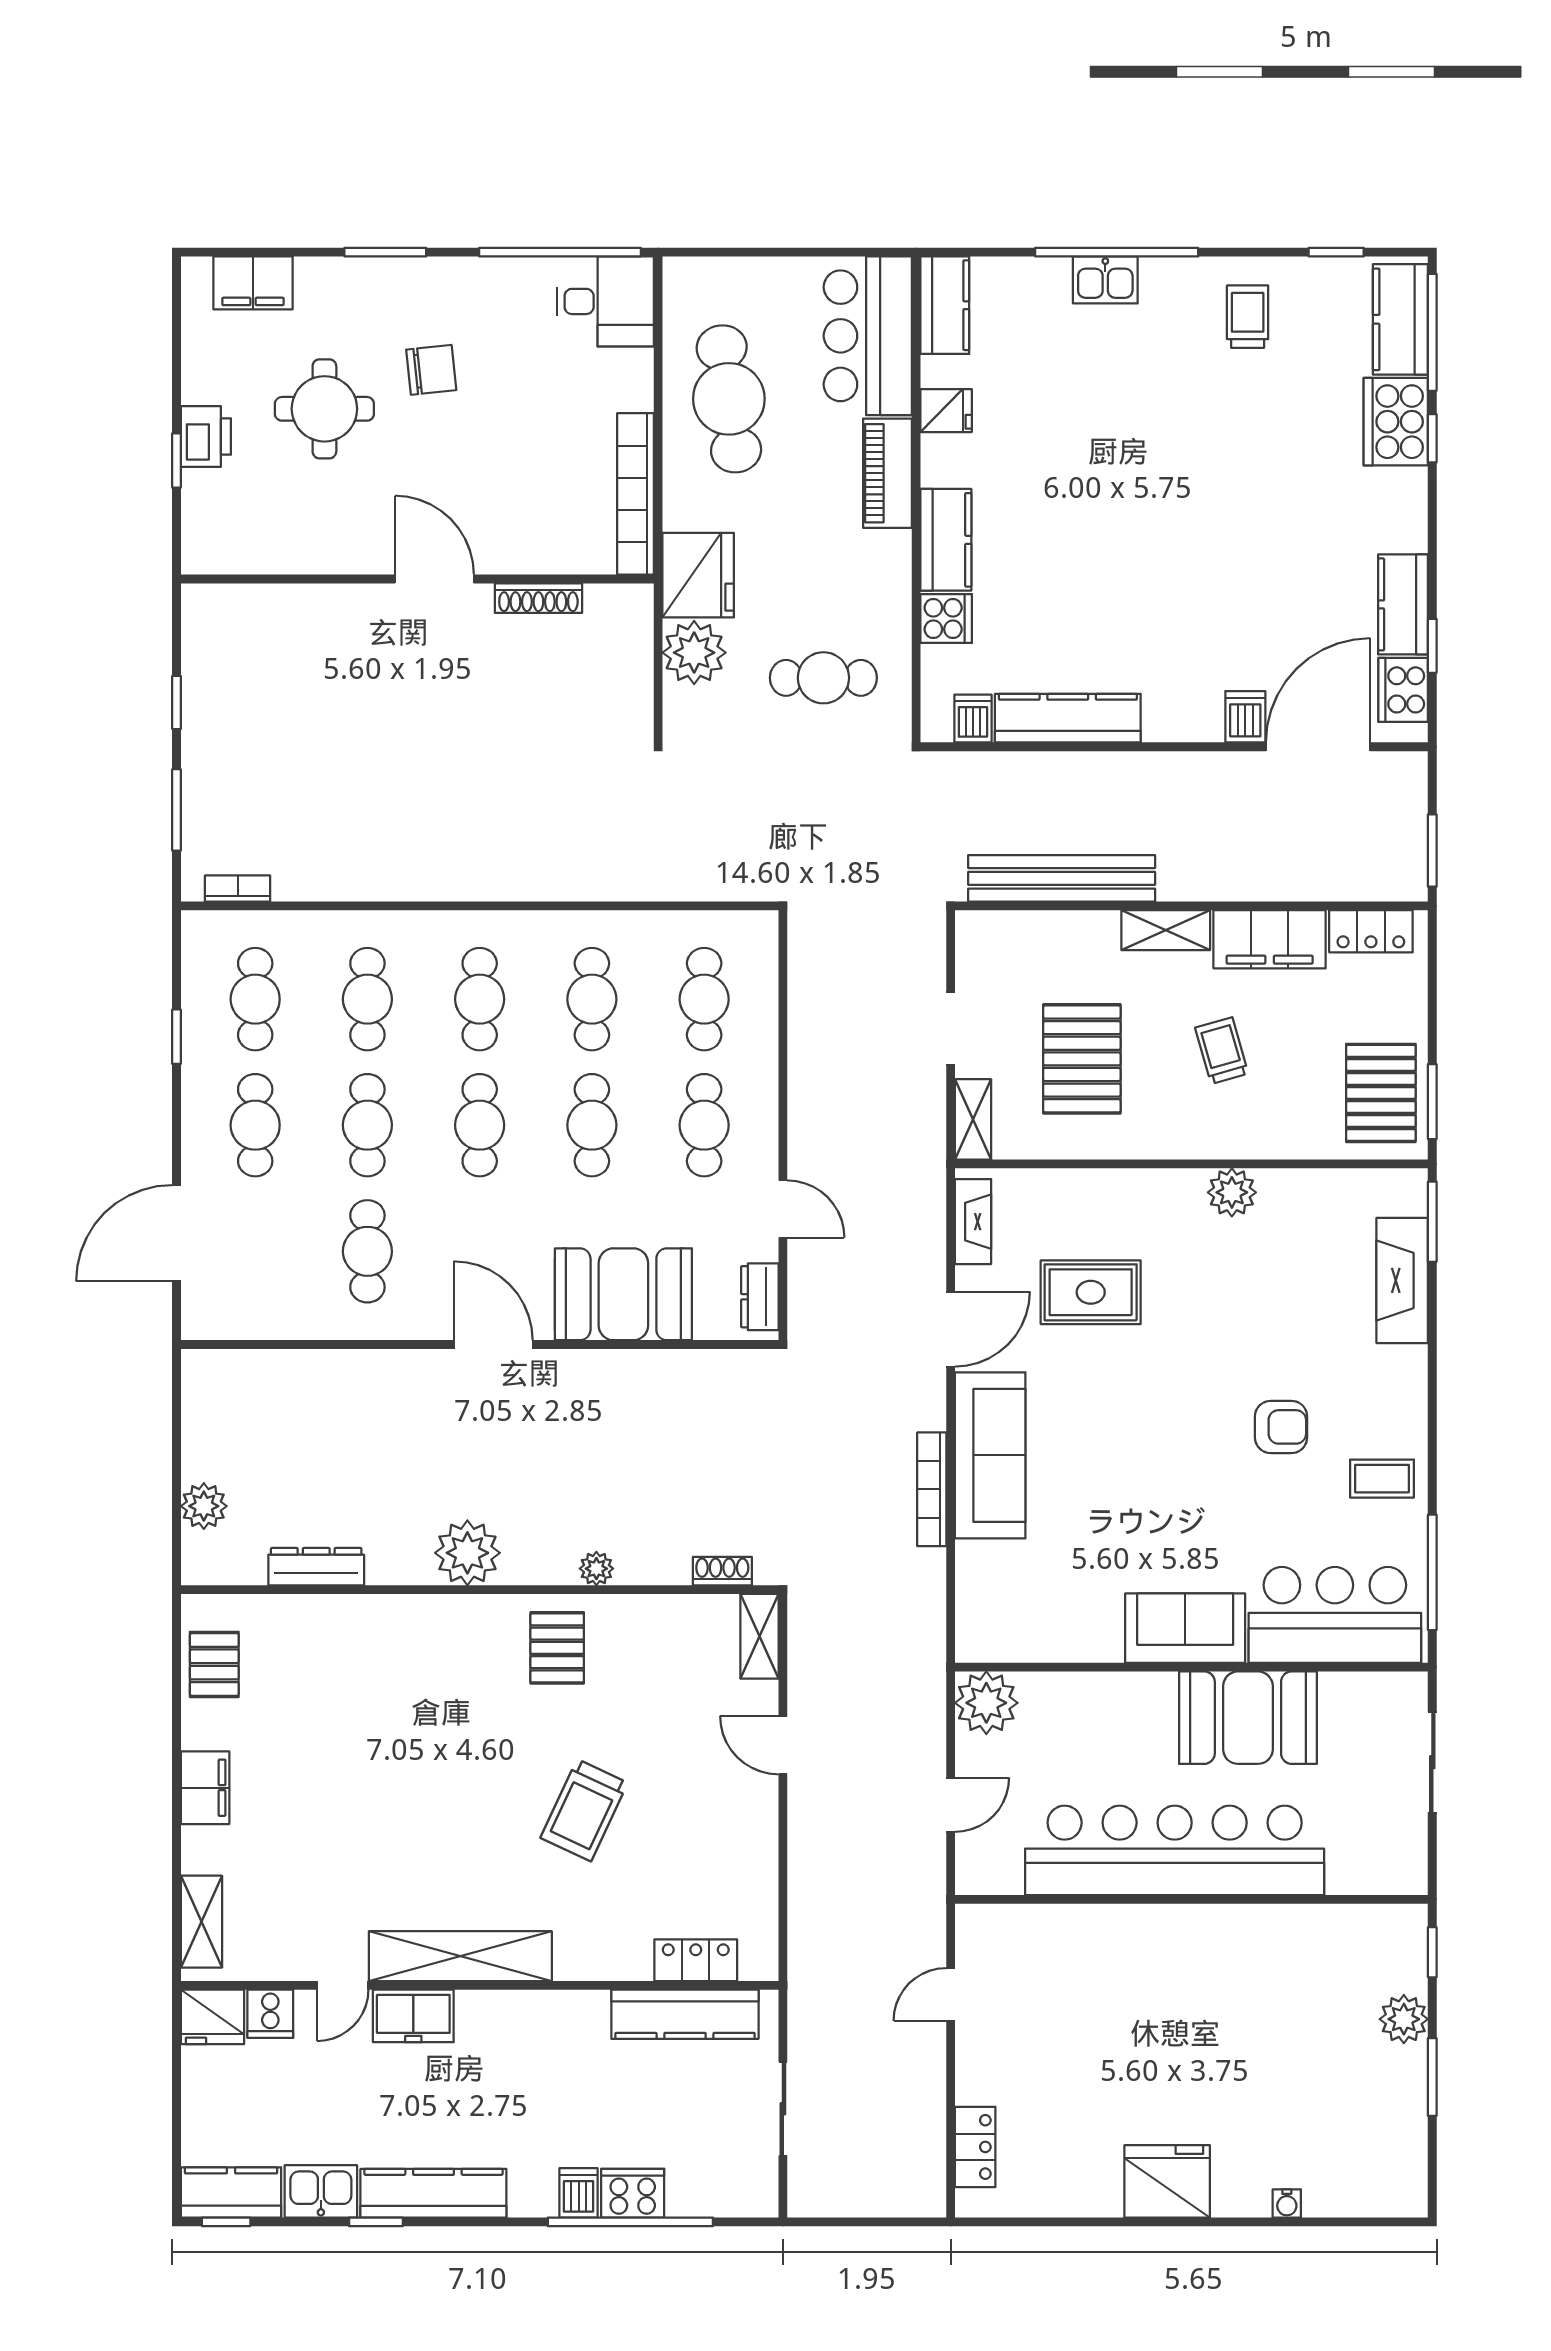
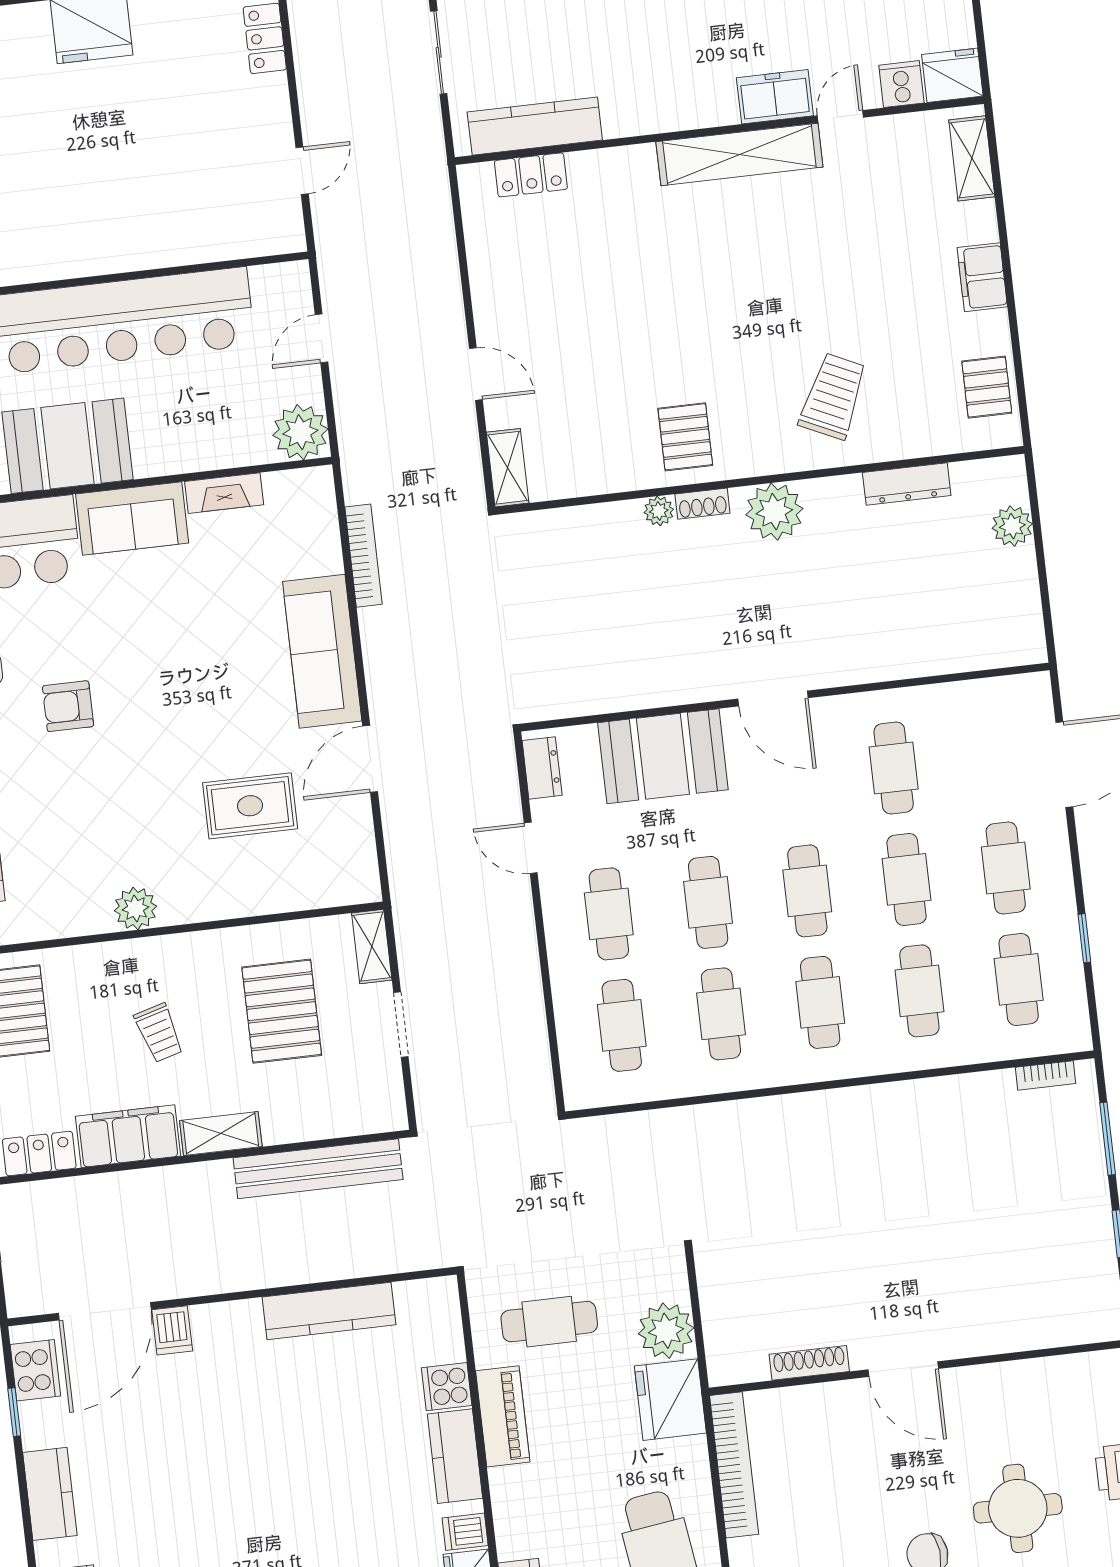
piano: (887, 473) -> (503, 1416), moved
kitchen counter: (1403, 604) -> (50, 1494), moved
dishwasher: (973, 719) -> (465, 1532), moved, turned 90
fireplace: (973, 1222) -> (224, 493), moved, turned -90
bookcase: (932, 1489) -> (363, 556), moved
shoe rack: (722, 1571) -> (702, 504), moved
trolley: (584, 1810) -> (833, 396), moved

